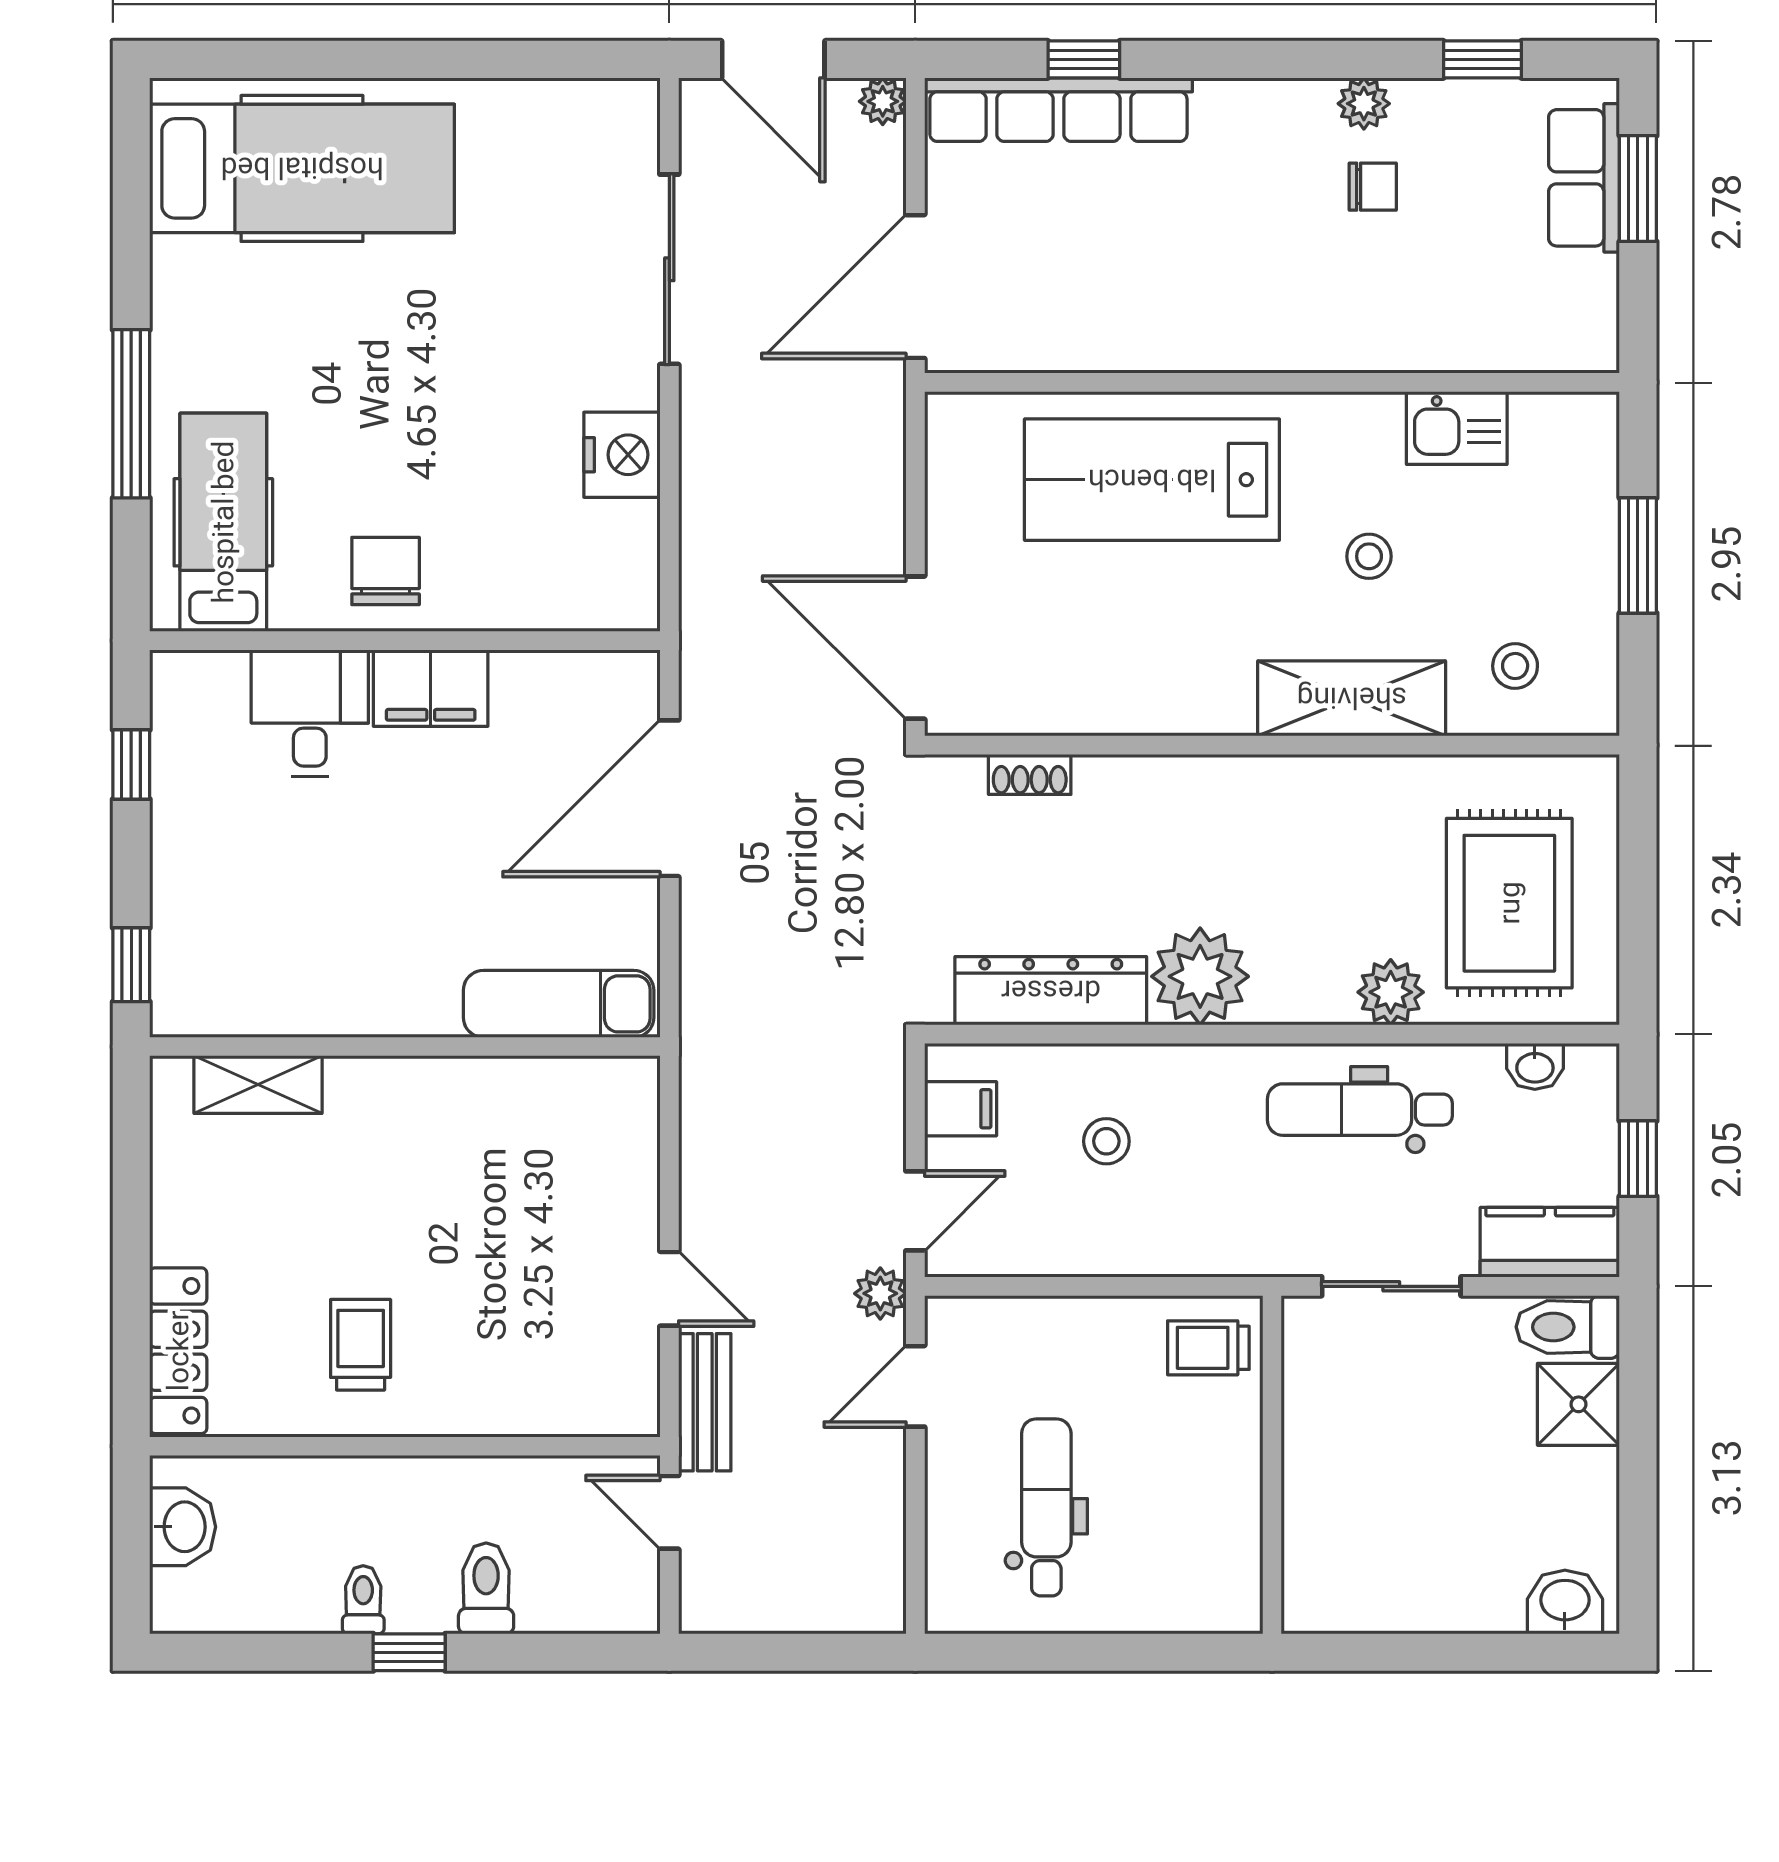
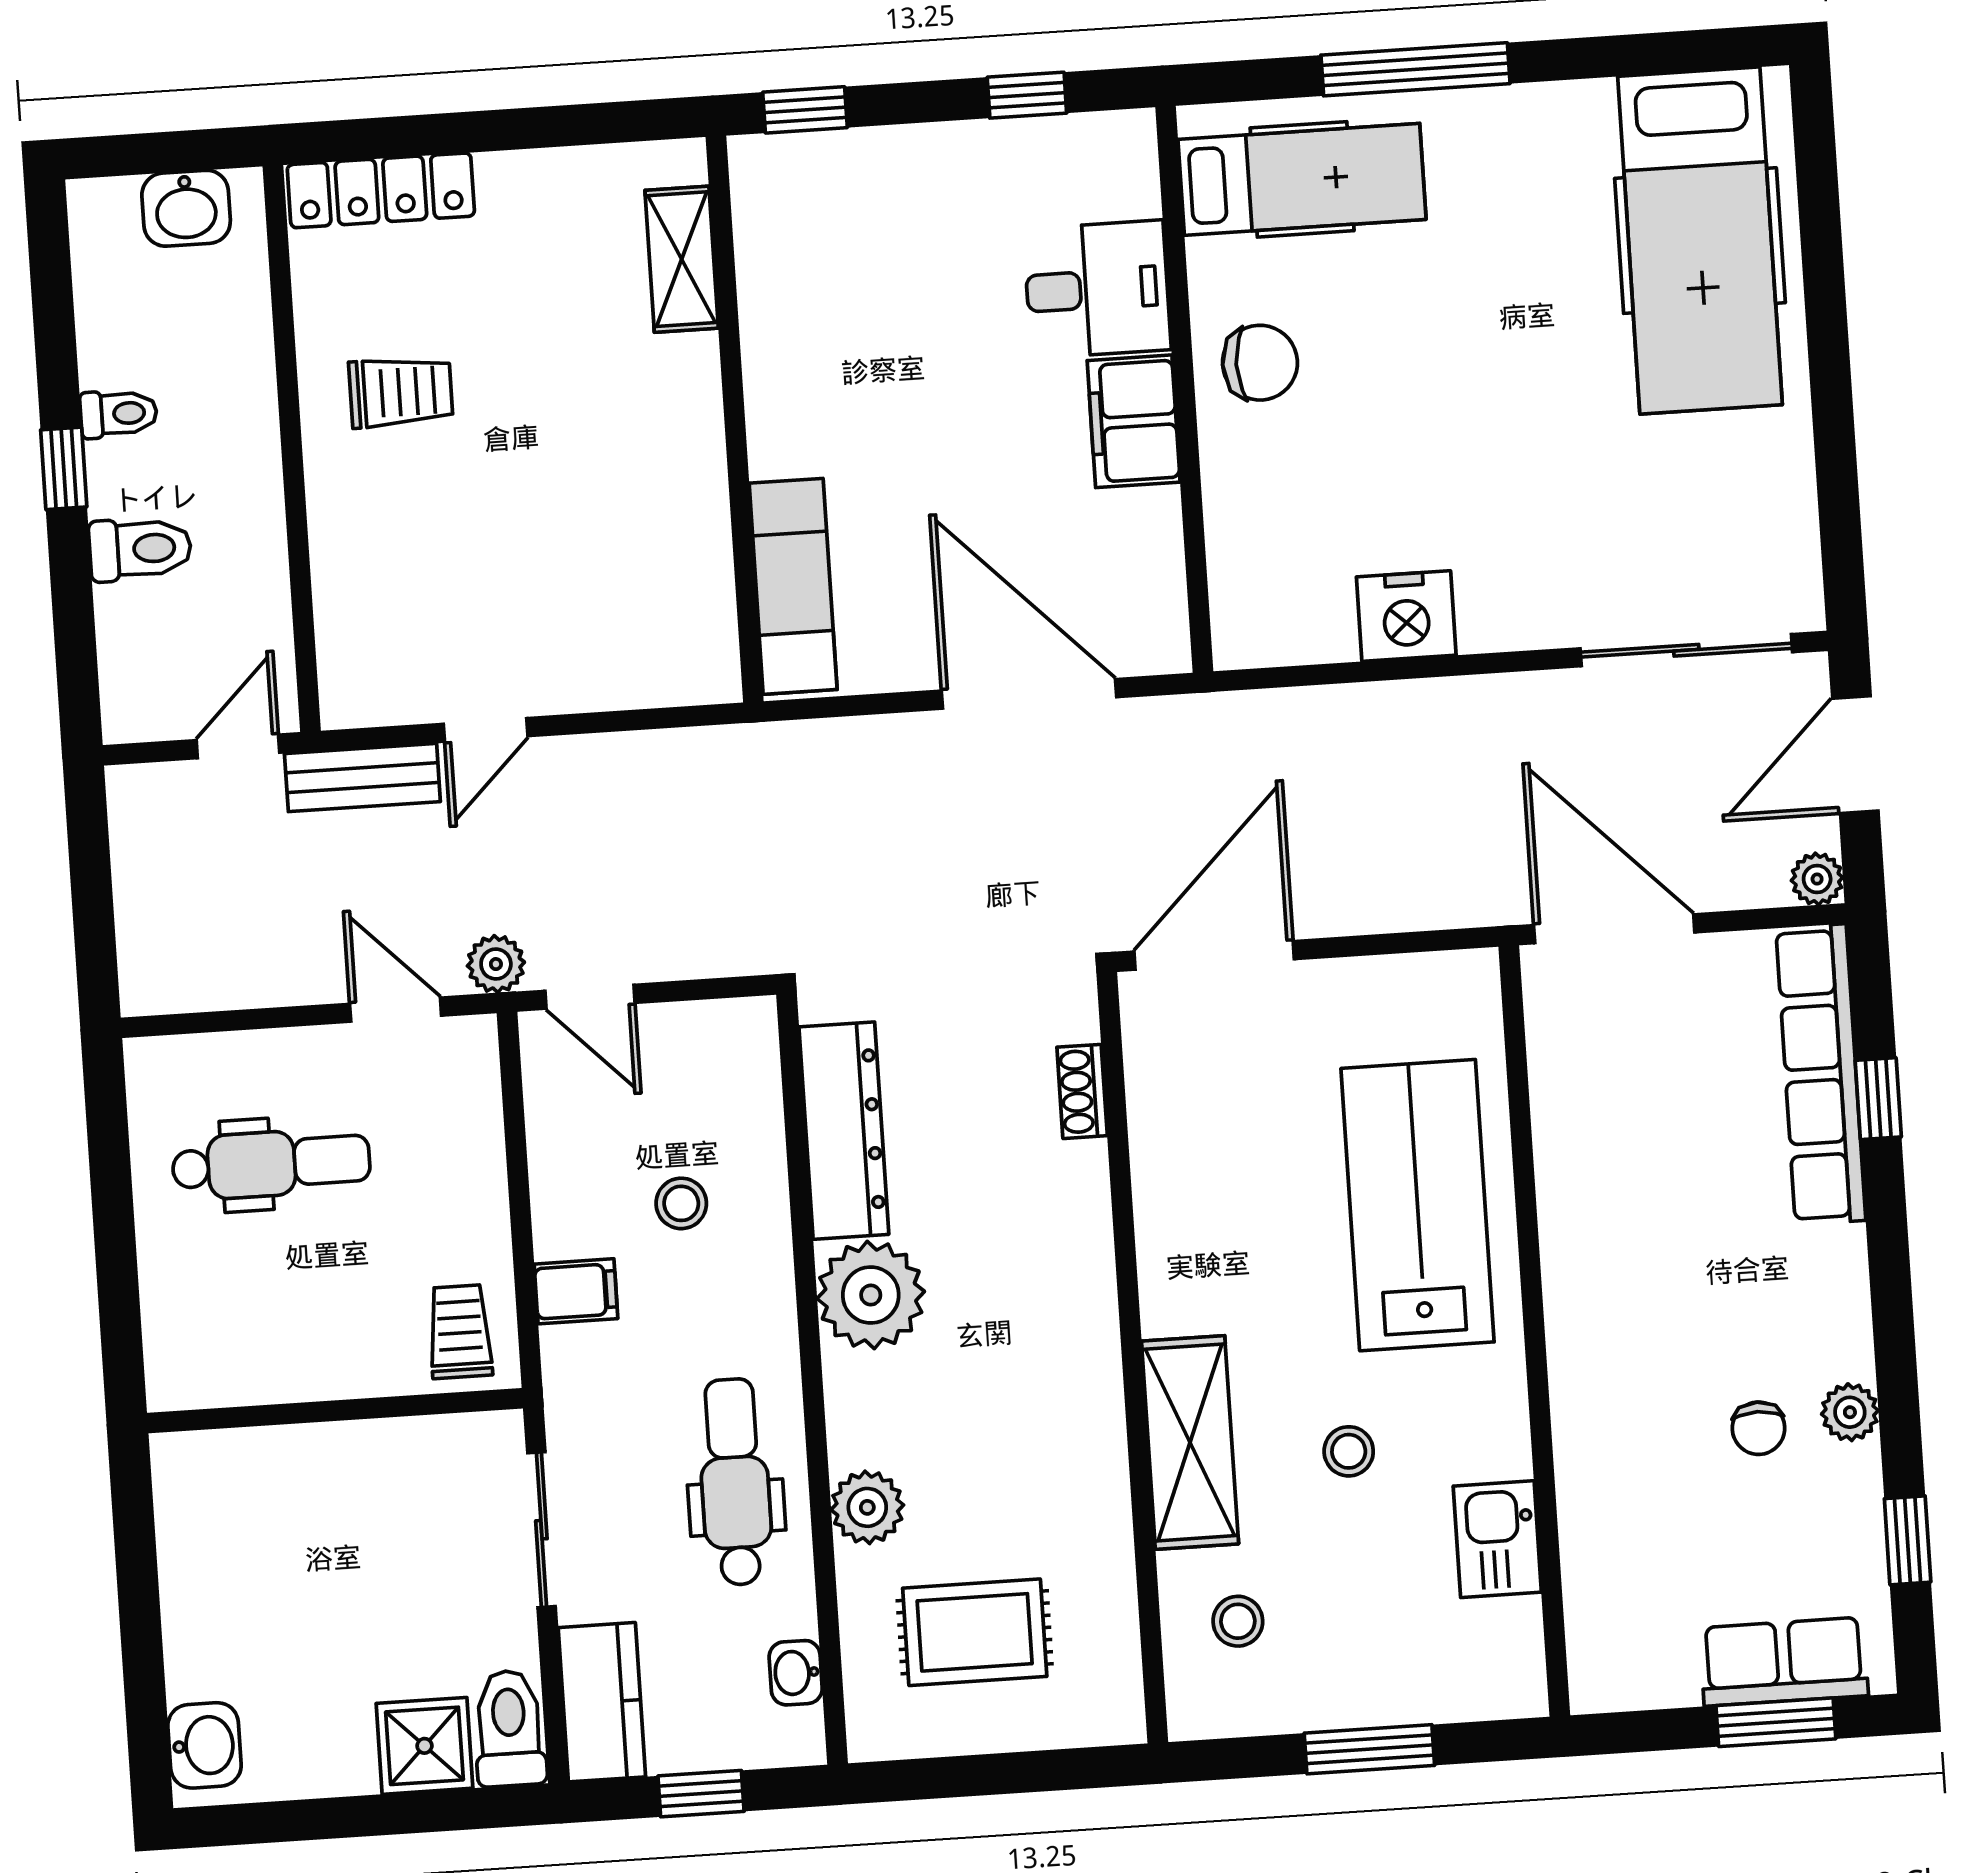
sliding door: (669, 269) -> (1686, 650), moved
rug: (1509, 903) -> (975, 1632), width x0.73, depth x0.70
filing cabinet: (961, 1109) -> (576, 1291), moved, turned -90

